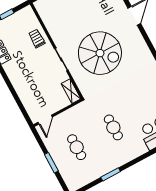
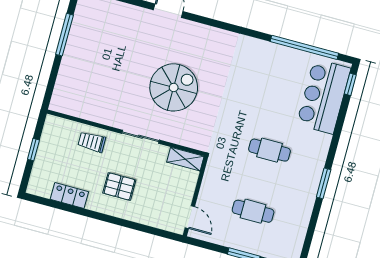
spiral stairs: (100, 53) -> (174, 87), width x0.73, depth x0.73
pallet: (28, 72) -> (119, 186), added
window: (111, 174) -> (324, 183), moved

